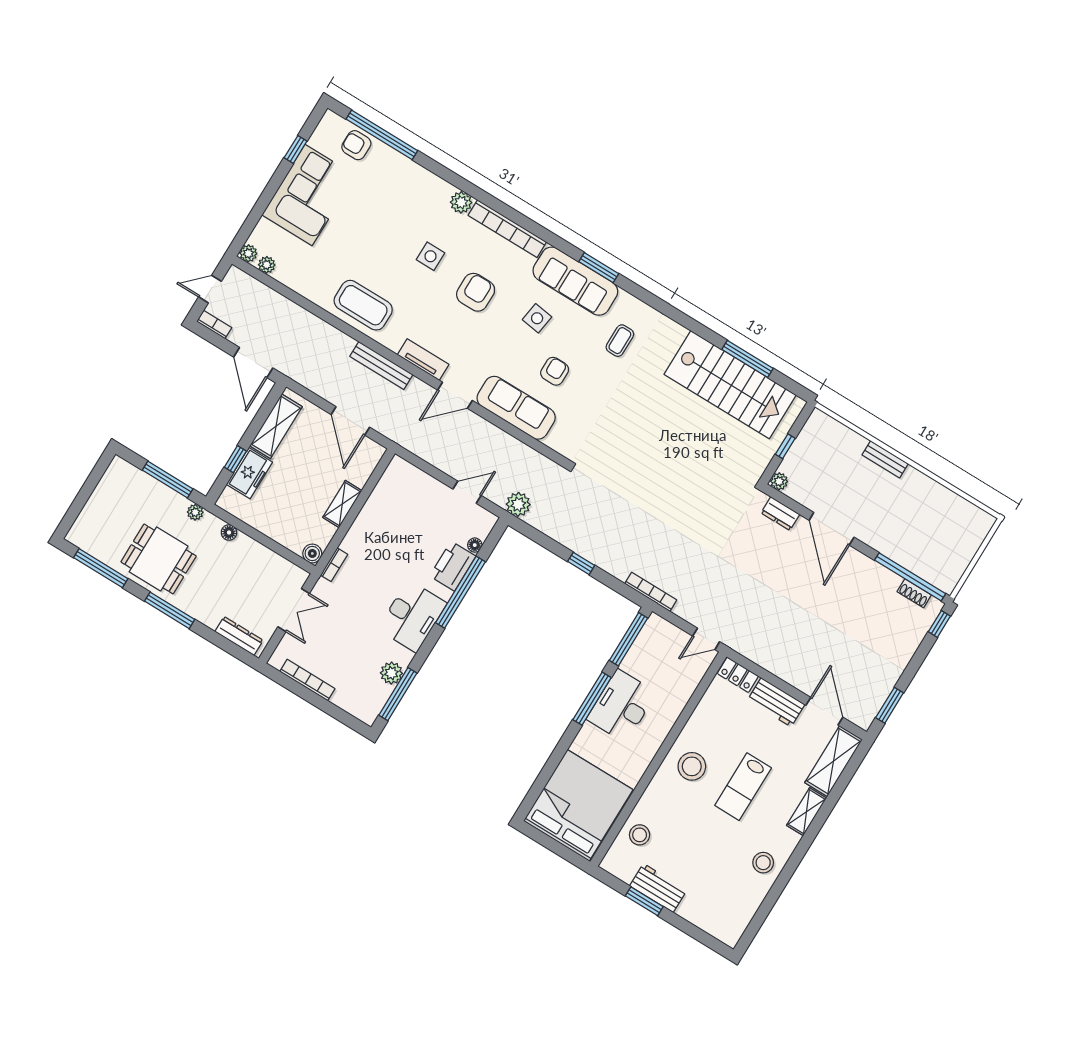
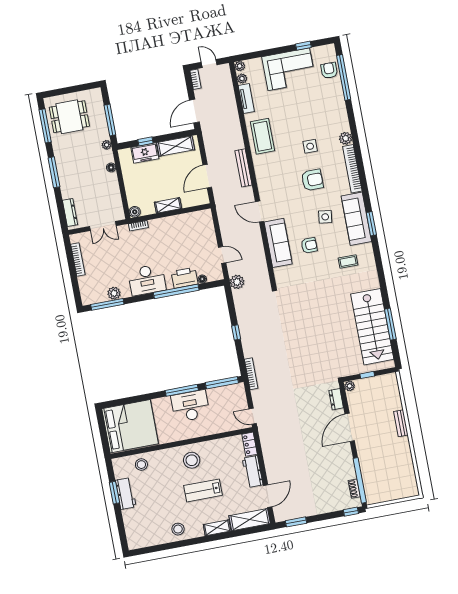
tv unit: (423, 360) -> (246, 99), moved
dining table: (159, 559) -> (69, 117), moved, turned 90

